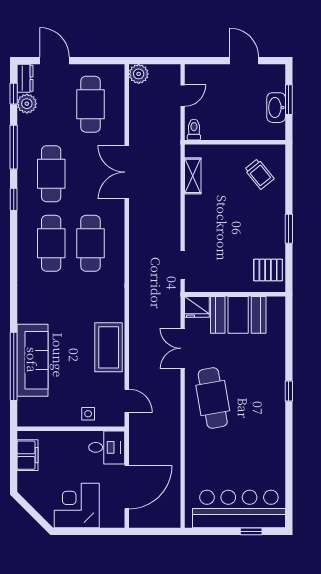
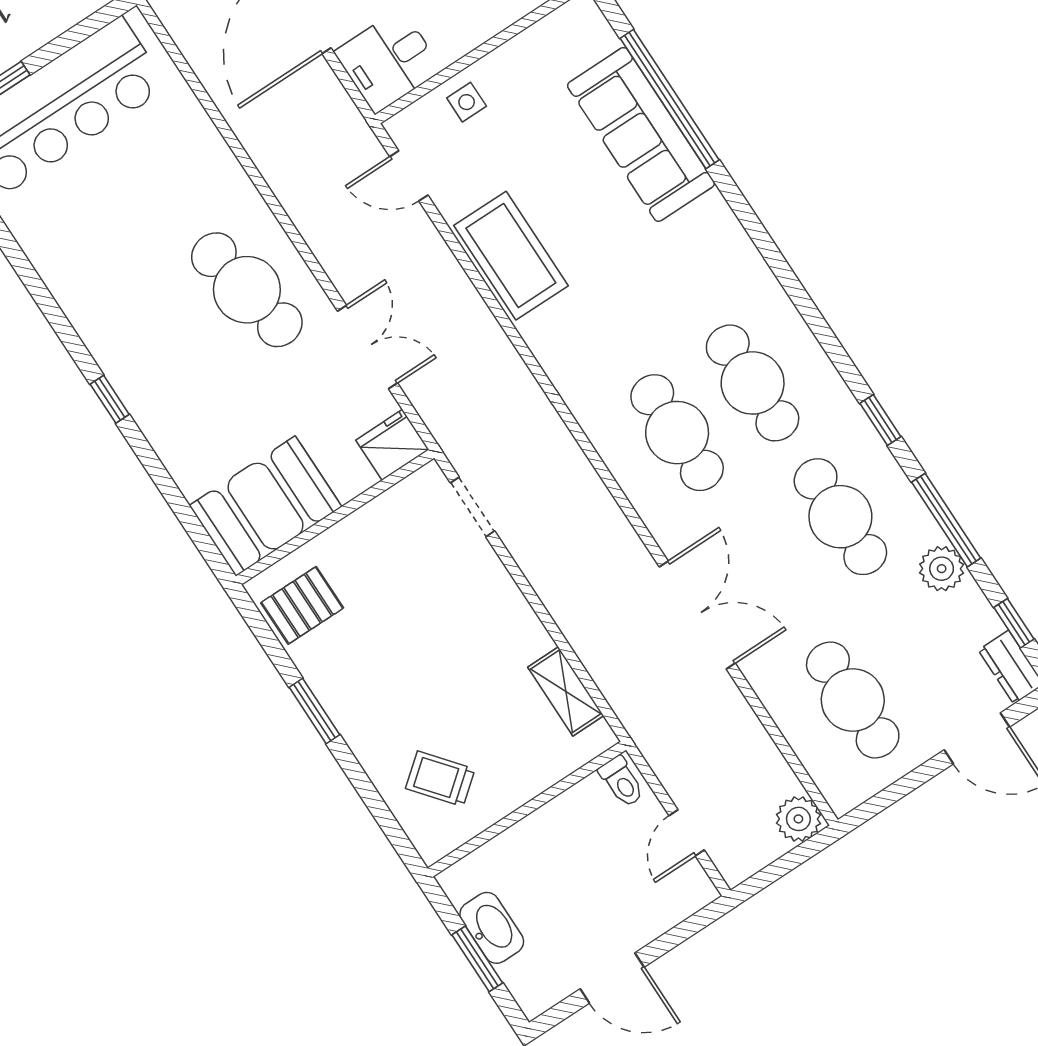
plant: (27, 104) -> (942, 569), moved
booth: (238, 315) -> (266, 506), moved

